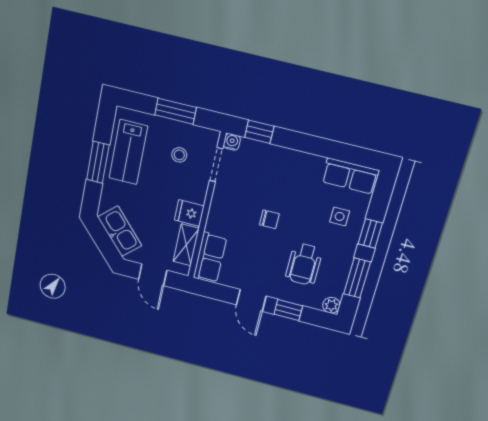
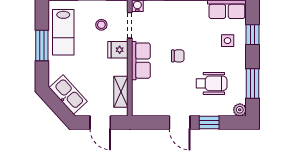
fridge: (189, 213) -> (118, 50), moved
window: (370, 233) -> (253, 35), moved
row of seats: (210, 258) -> (141, 61), moved
wheelchair: (304, 264) -> (211, 83), turned -90

